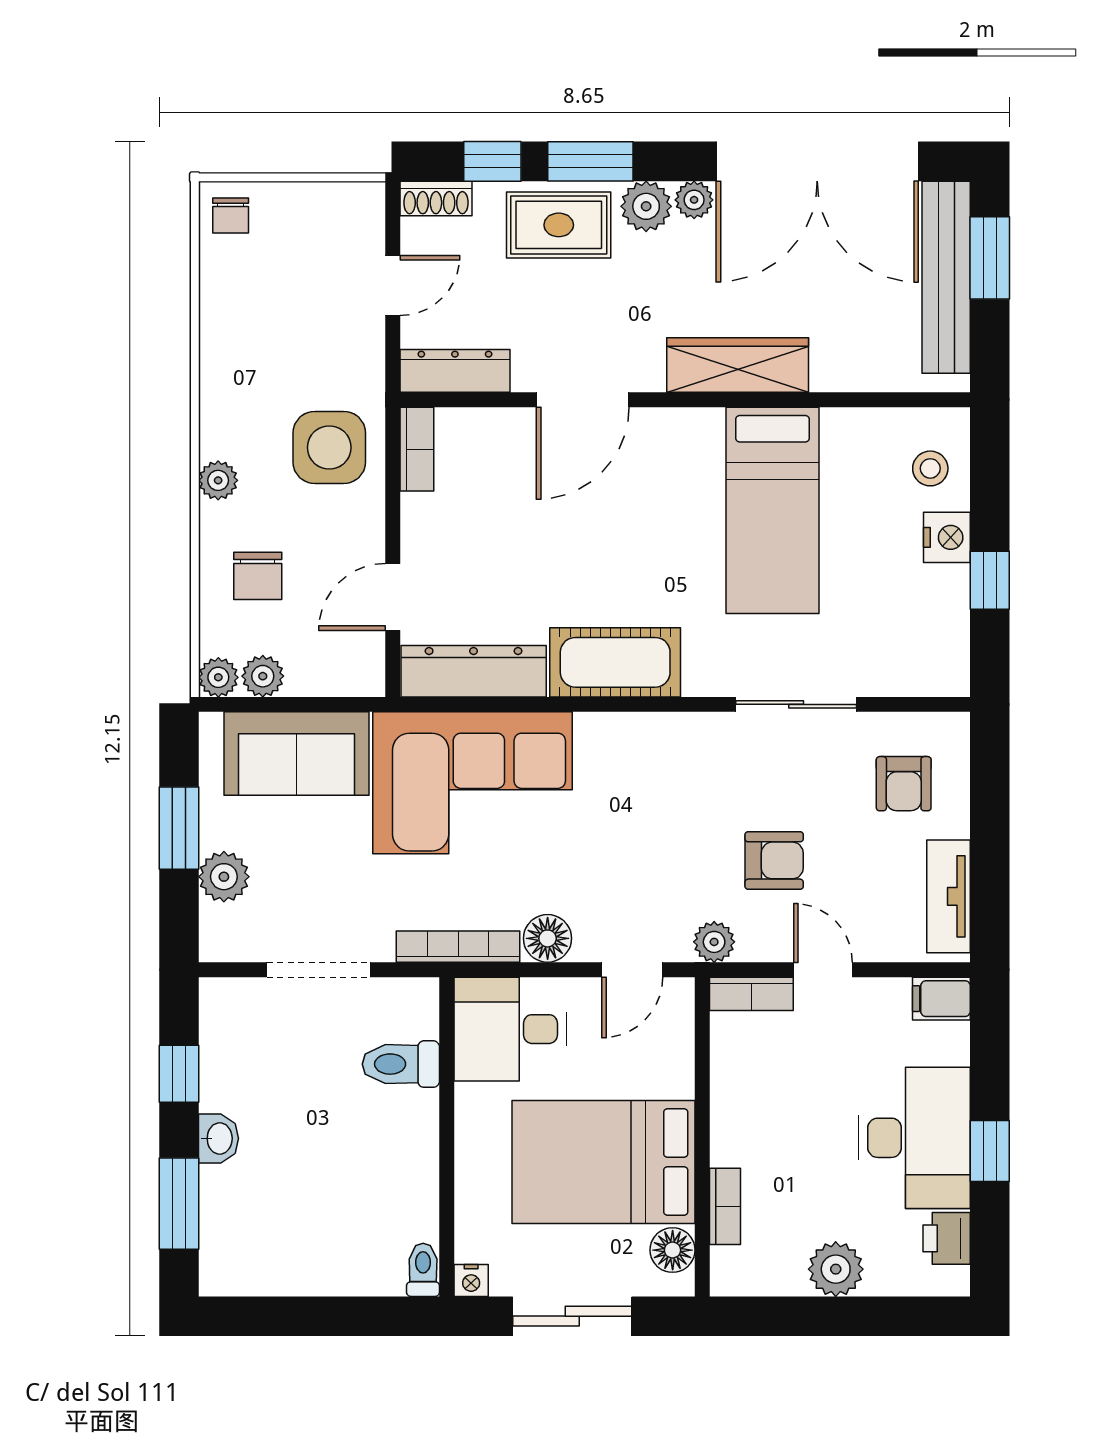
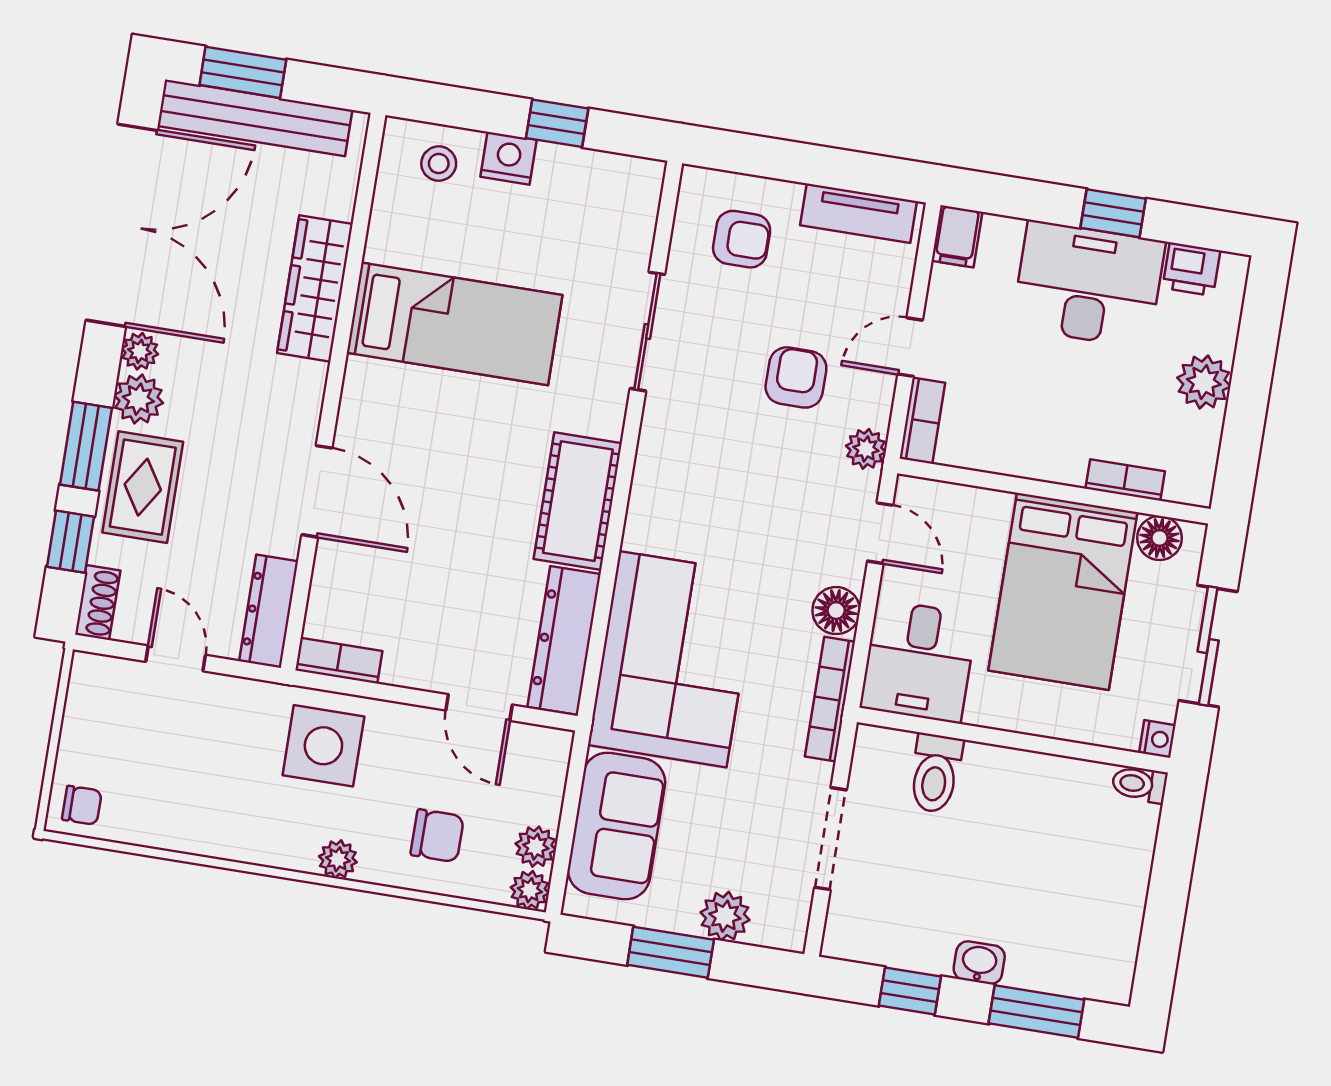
wardrobe: (738, 365) -> (315, 288), moved

